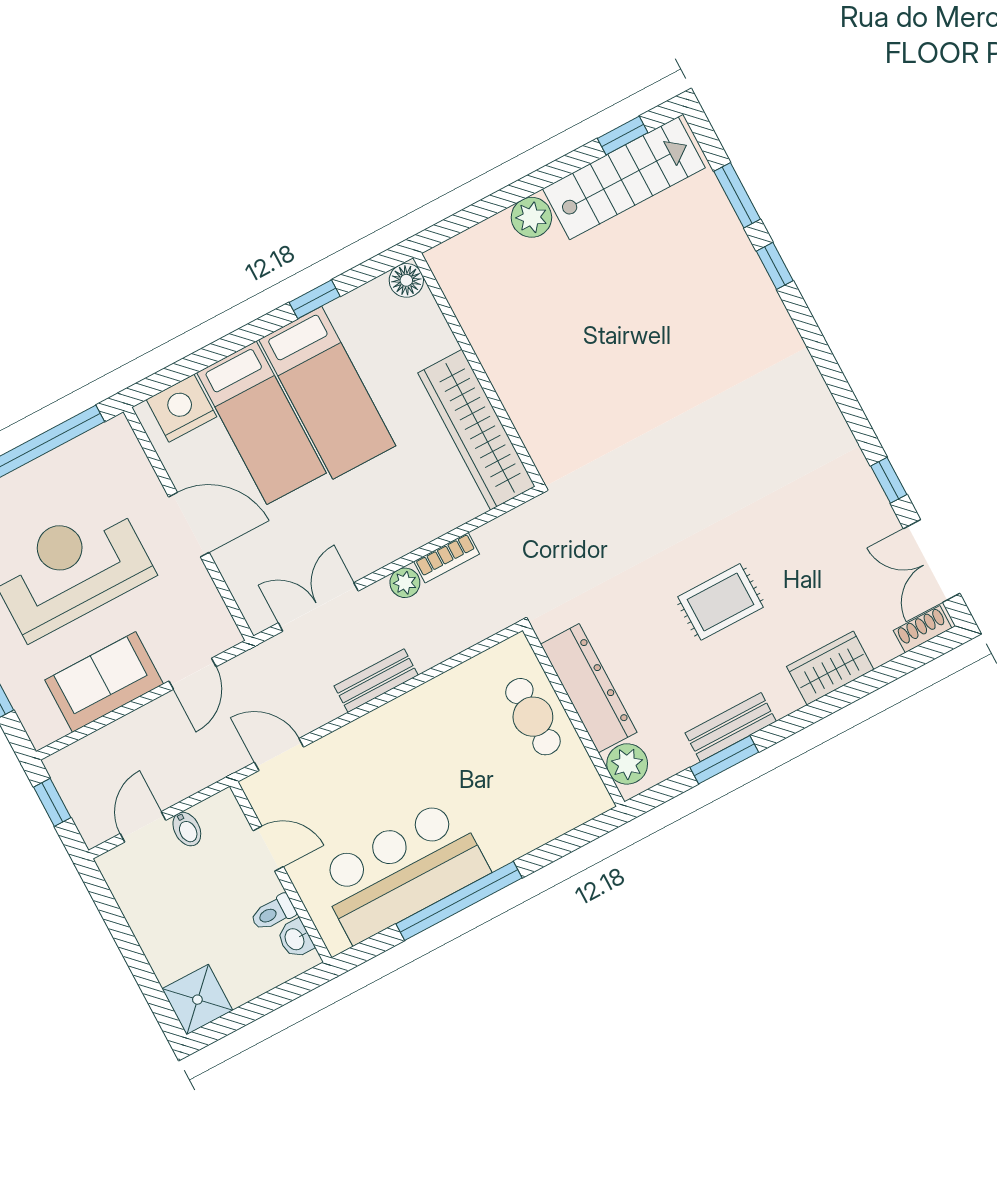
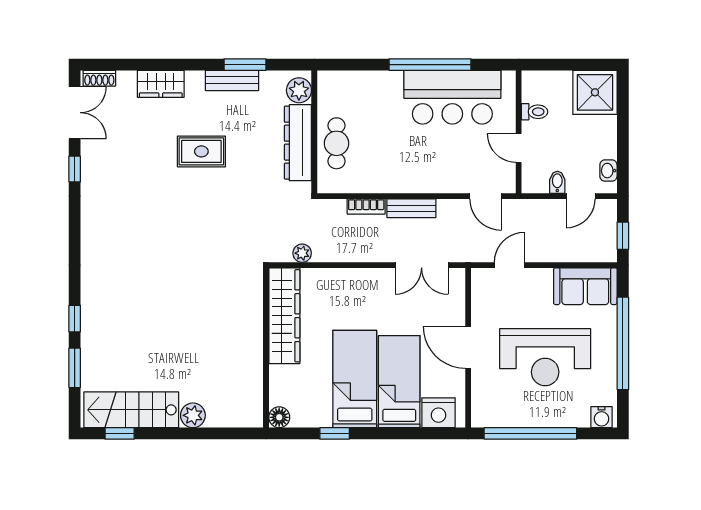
bookcase: (447, 558) -> (366, 206), moved, turned 180
plant: (405, 583) -> (302, 253), moved
sofa: (104, 682) -> (585, 286), moved
washbasin: (295, 939) -> (608, 171), moved, turned 180
shower: (197, 1000) -> (595, 92), width x1.36, depth x1.36

